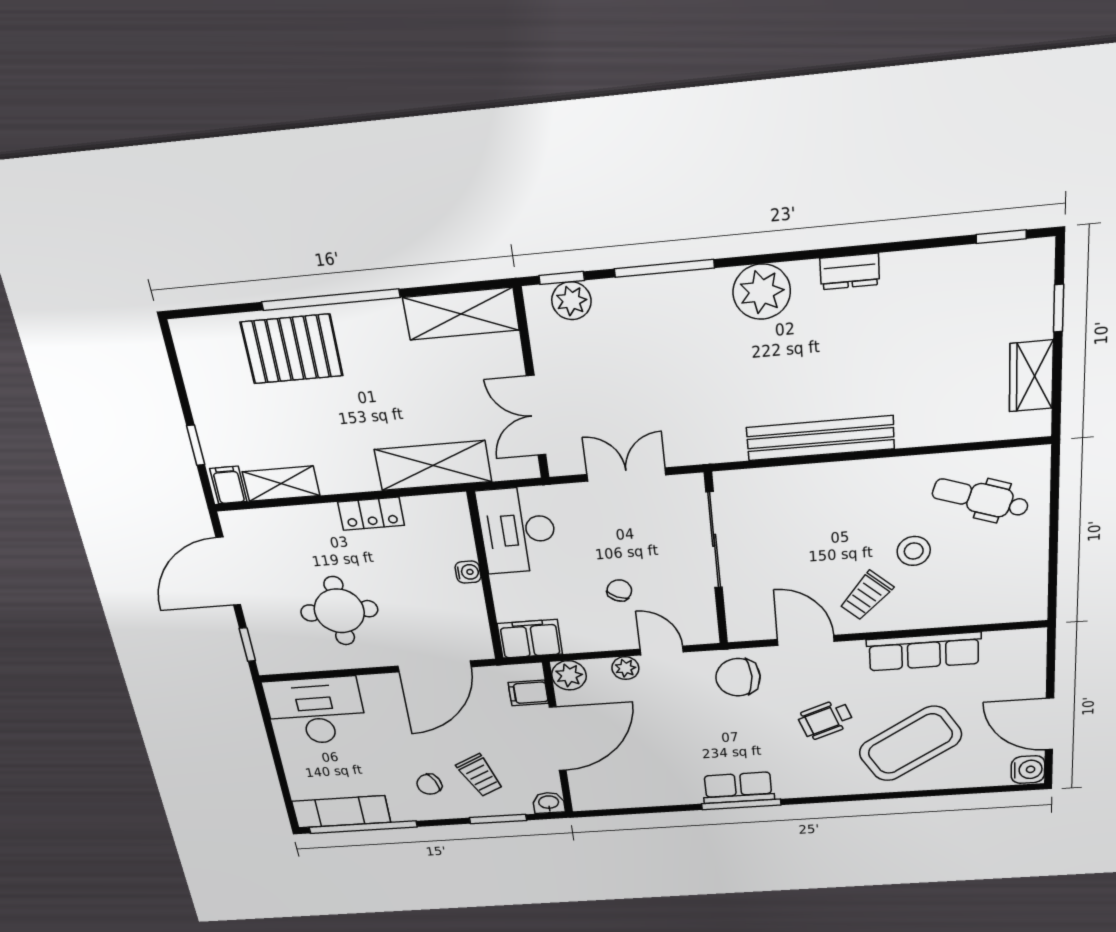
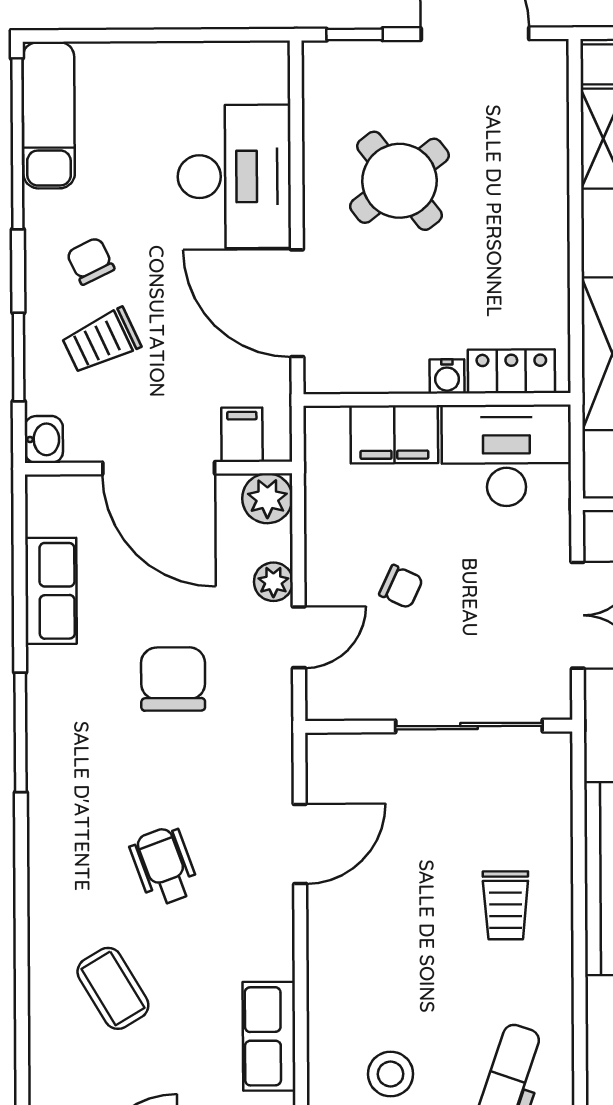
locker: (371, 514) -> (511, 371), moved, turned 90
stool: (914, 551) -> (391, 1074), moved
trolley: (866, 596) -> (506, 905), moved, turned -132
round table: (339, 611) -> (399, 181), turned -38
filing cabinet: (530, 639) -> (394, 434), moved, turned 90
row of seats: (924, 652) -> (269, 1036), width x0.68
chair: (738, 677) -> (173, 679), moved
desk: (316, 711) -> (234, 176), moved
coffee table: (910, 744) -> (113, 988), width x0.54, depth x0.58
row of seats: (738, 788) -> (51, 591), moved

